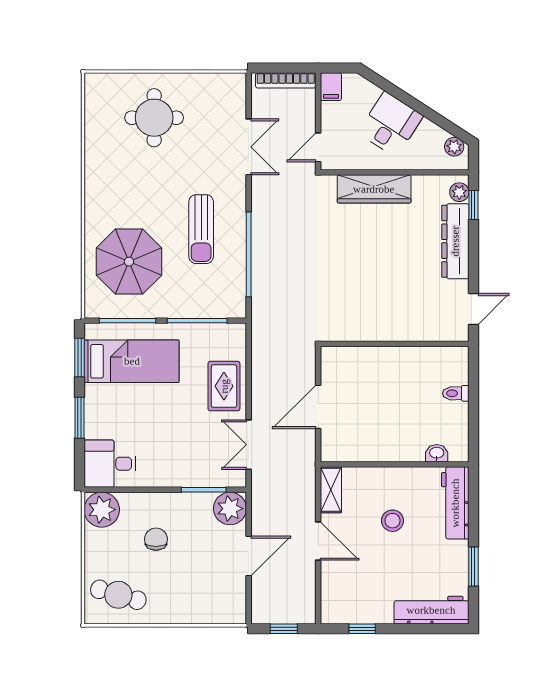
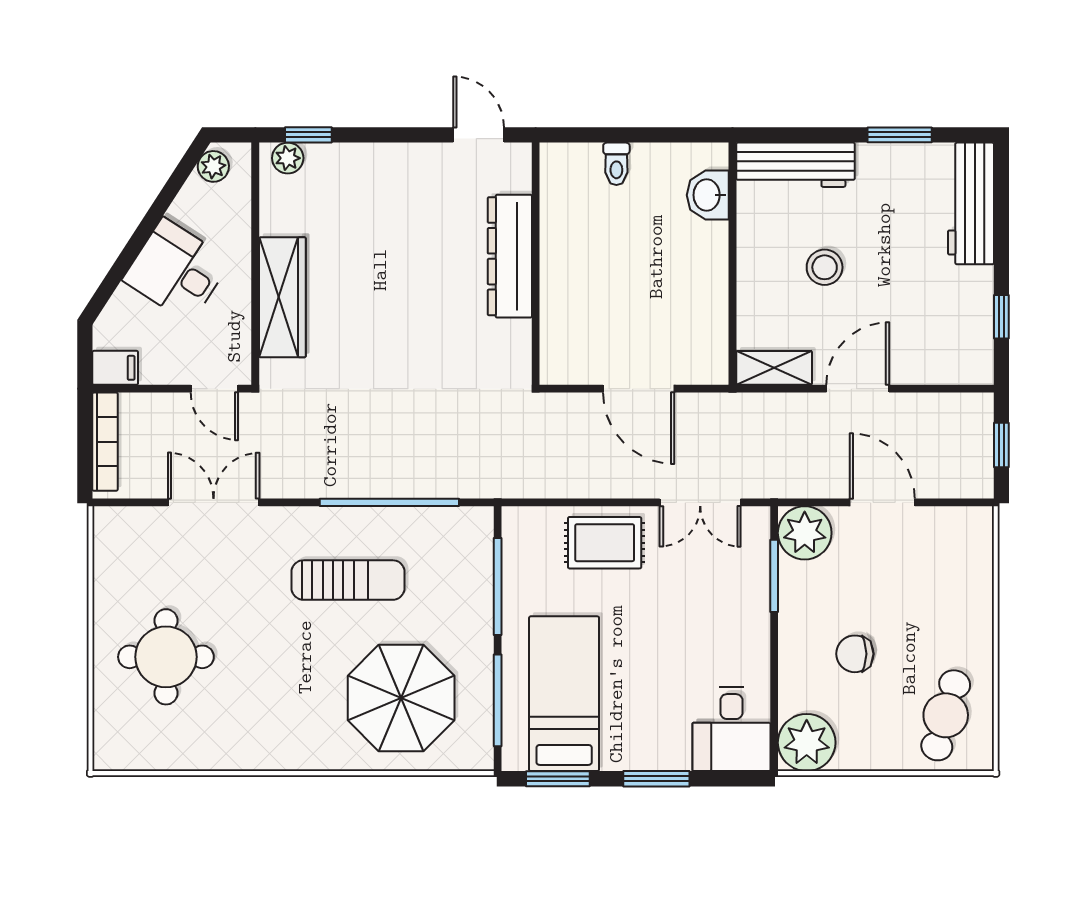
dresser: (455, 241) -> (510, 256), moved, turned 90
washbasin: (437, 453) -> (708, 195), width x1.38, depth x1.45

